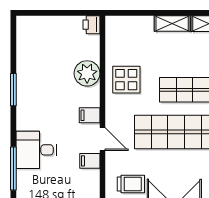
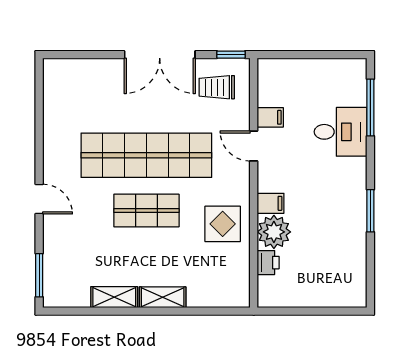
printer: (91, 25) -> (268, 263), moved
filing cabinet: (90, 115) -> (271, 203), moved

